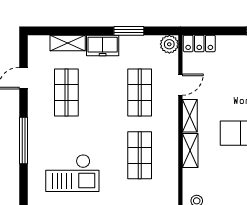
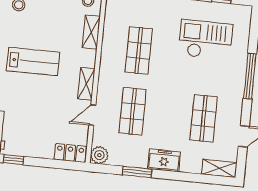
shelving: (68, 43) -> (219, 168), moved
shelving: (190, 151) -> (91, 32), moved

